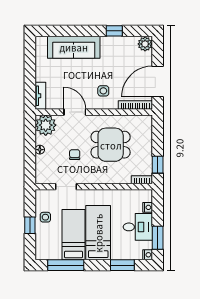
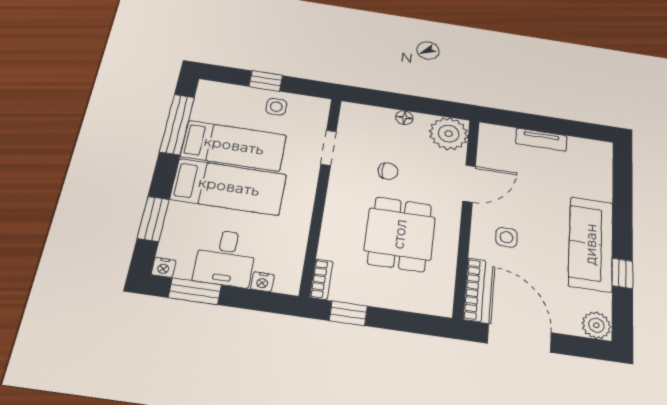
sofa: (74, 47) -> (591, 244), moved
tv unit: (40, 96) -> (541, 140), moved

